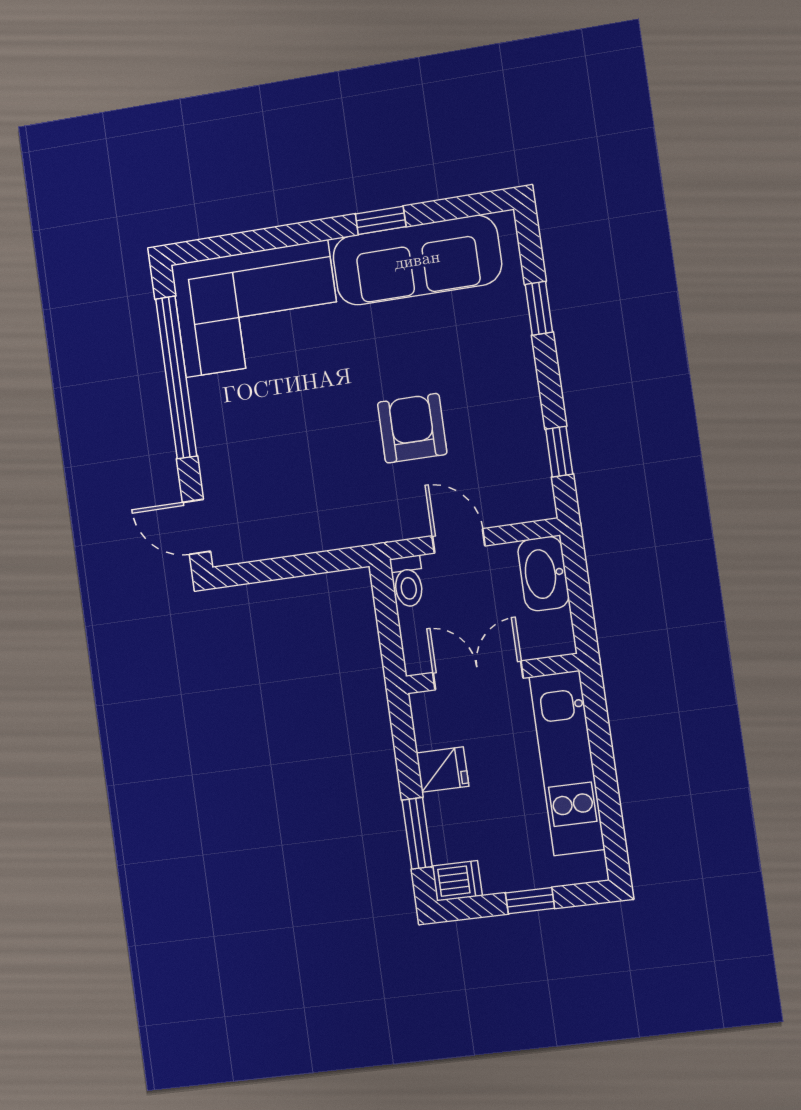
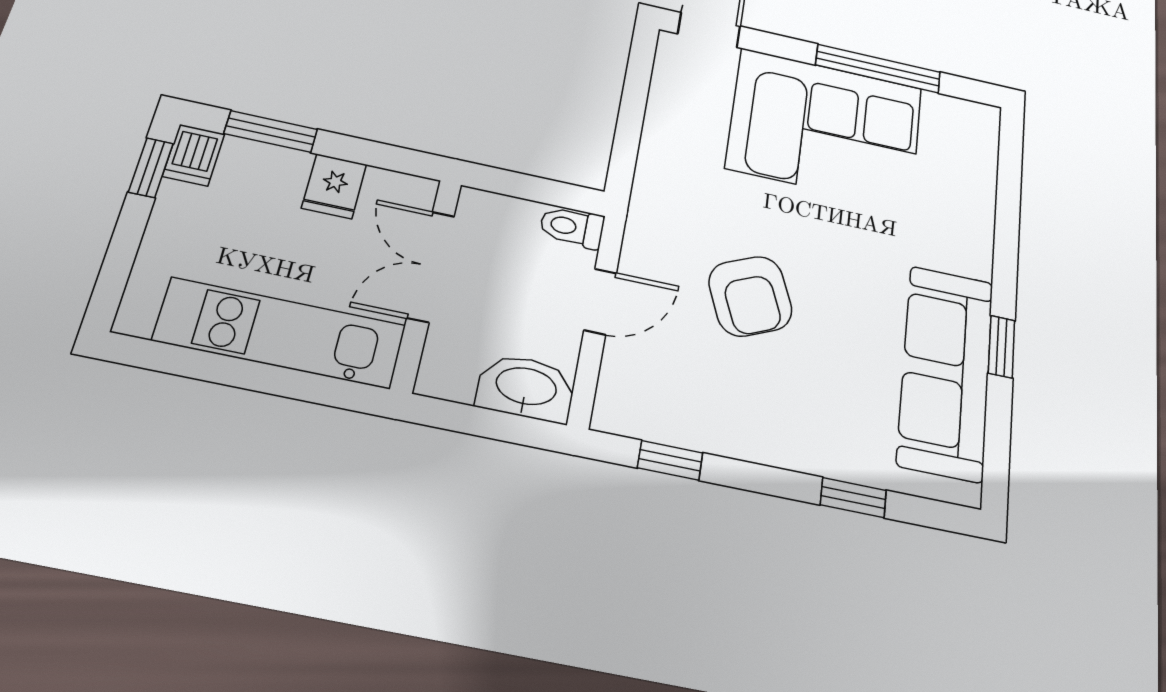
corner sofa: (257, 309) -> (825, 128), moved, turned -90
window: (176, 377) -> (878, 69), width x0.68
armchair: (412, 428) -> (750, 296), turned 67
double door: (478, 675) -> (431, 266), swing flipped
window: (530, 901) -> (151, 168), moved

